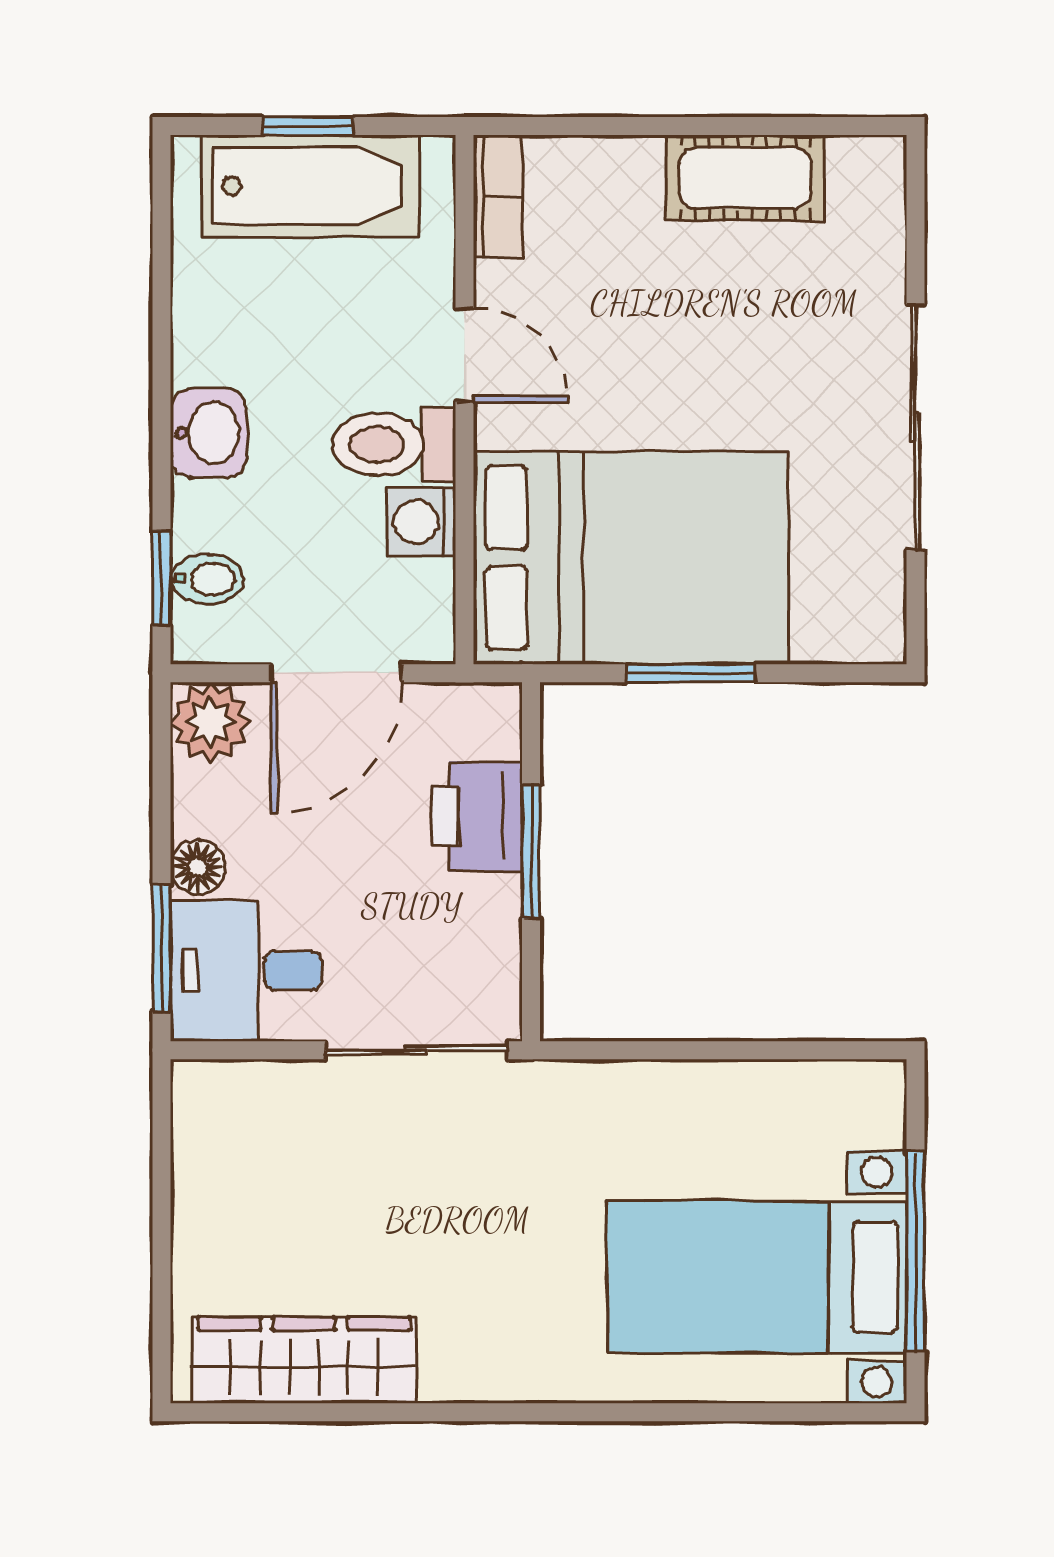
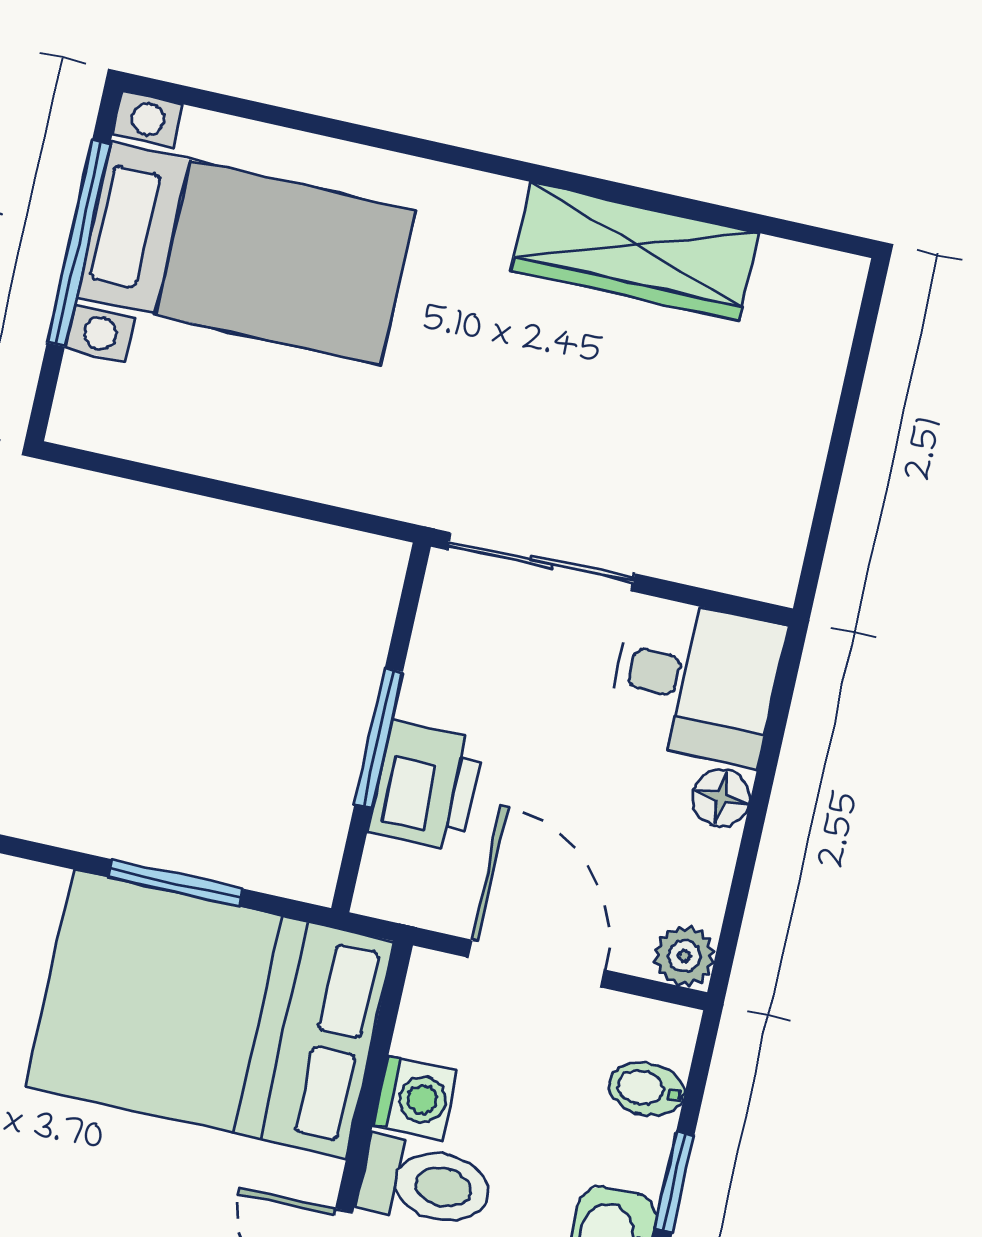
window: (161, 578) -> (674, 1182), moved
door: (336, 673) -> (537, 964), hinge flipped
plant: (211, 722) -> (684, 956), width x0.73, depth x0.73
window: (161, 948) -> (777, 724), removed
wardrobe: (304, 1360) -> (635, 252), moved

